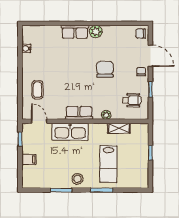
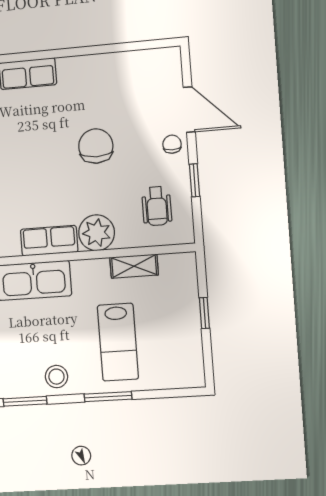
plant: (96, 32) -> (71, 69), removed
chair: (141, 34) -> (165, 64), removed
wheelchair: (132, 100) -> (157, 206), turned 90
plant: (106, 115) -> (97, 233), width x1.87, depth x1.87

